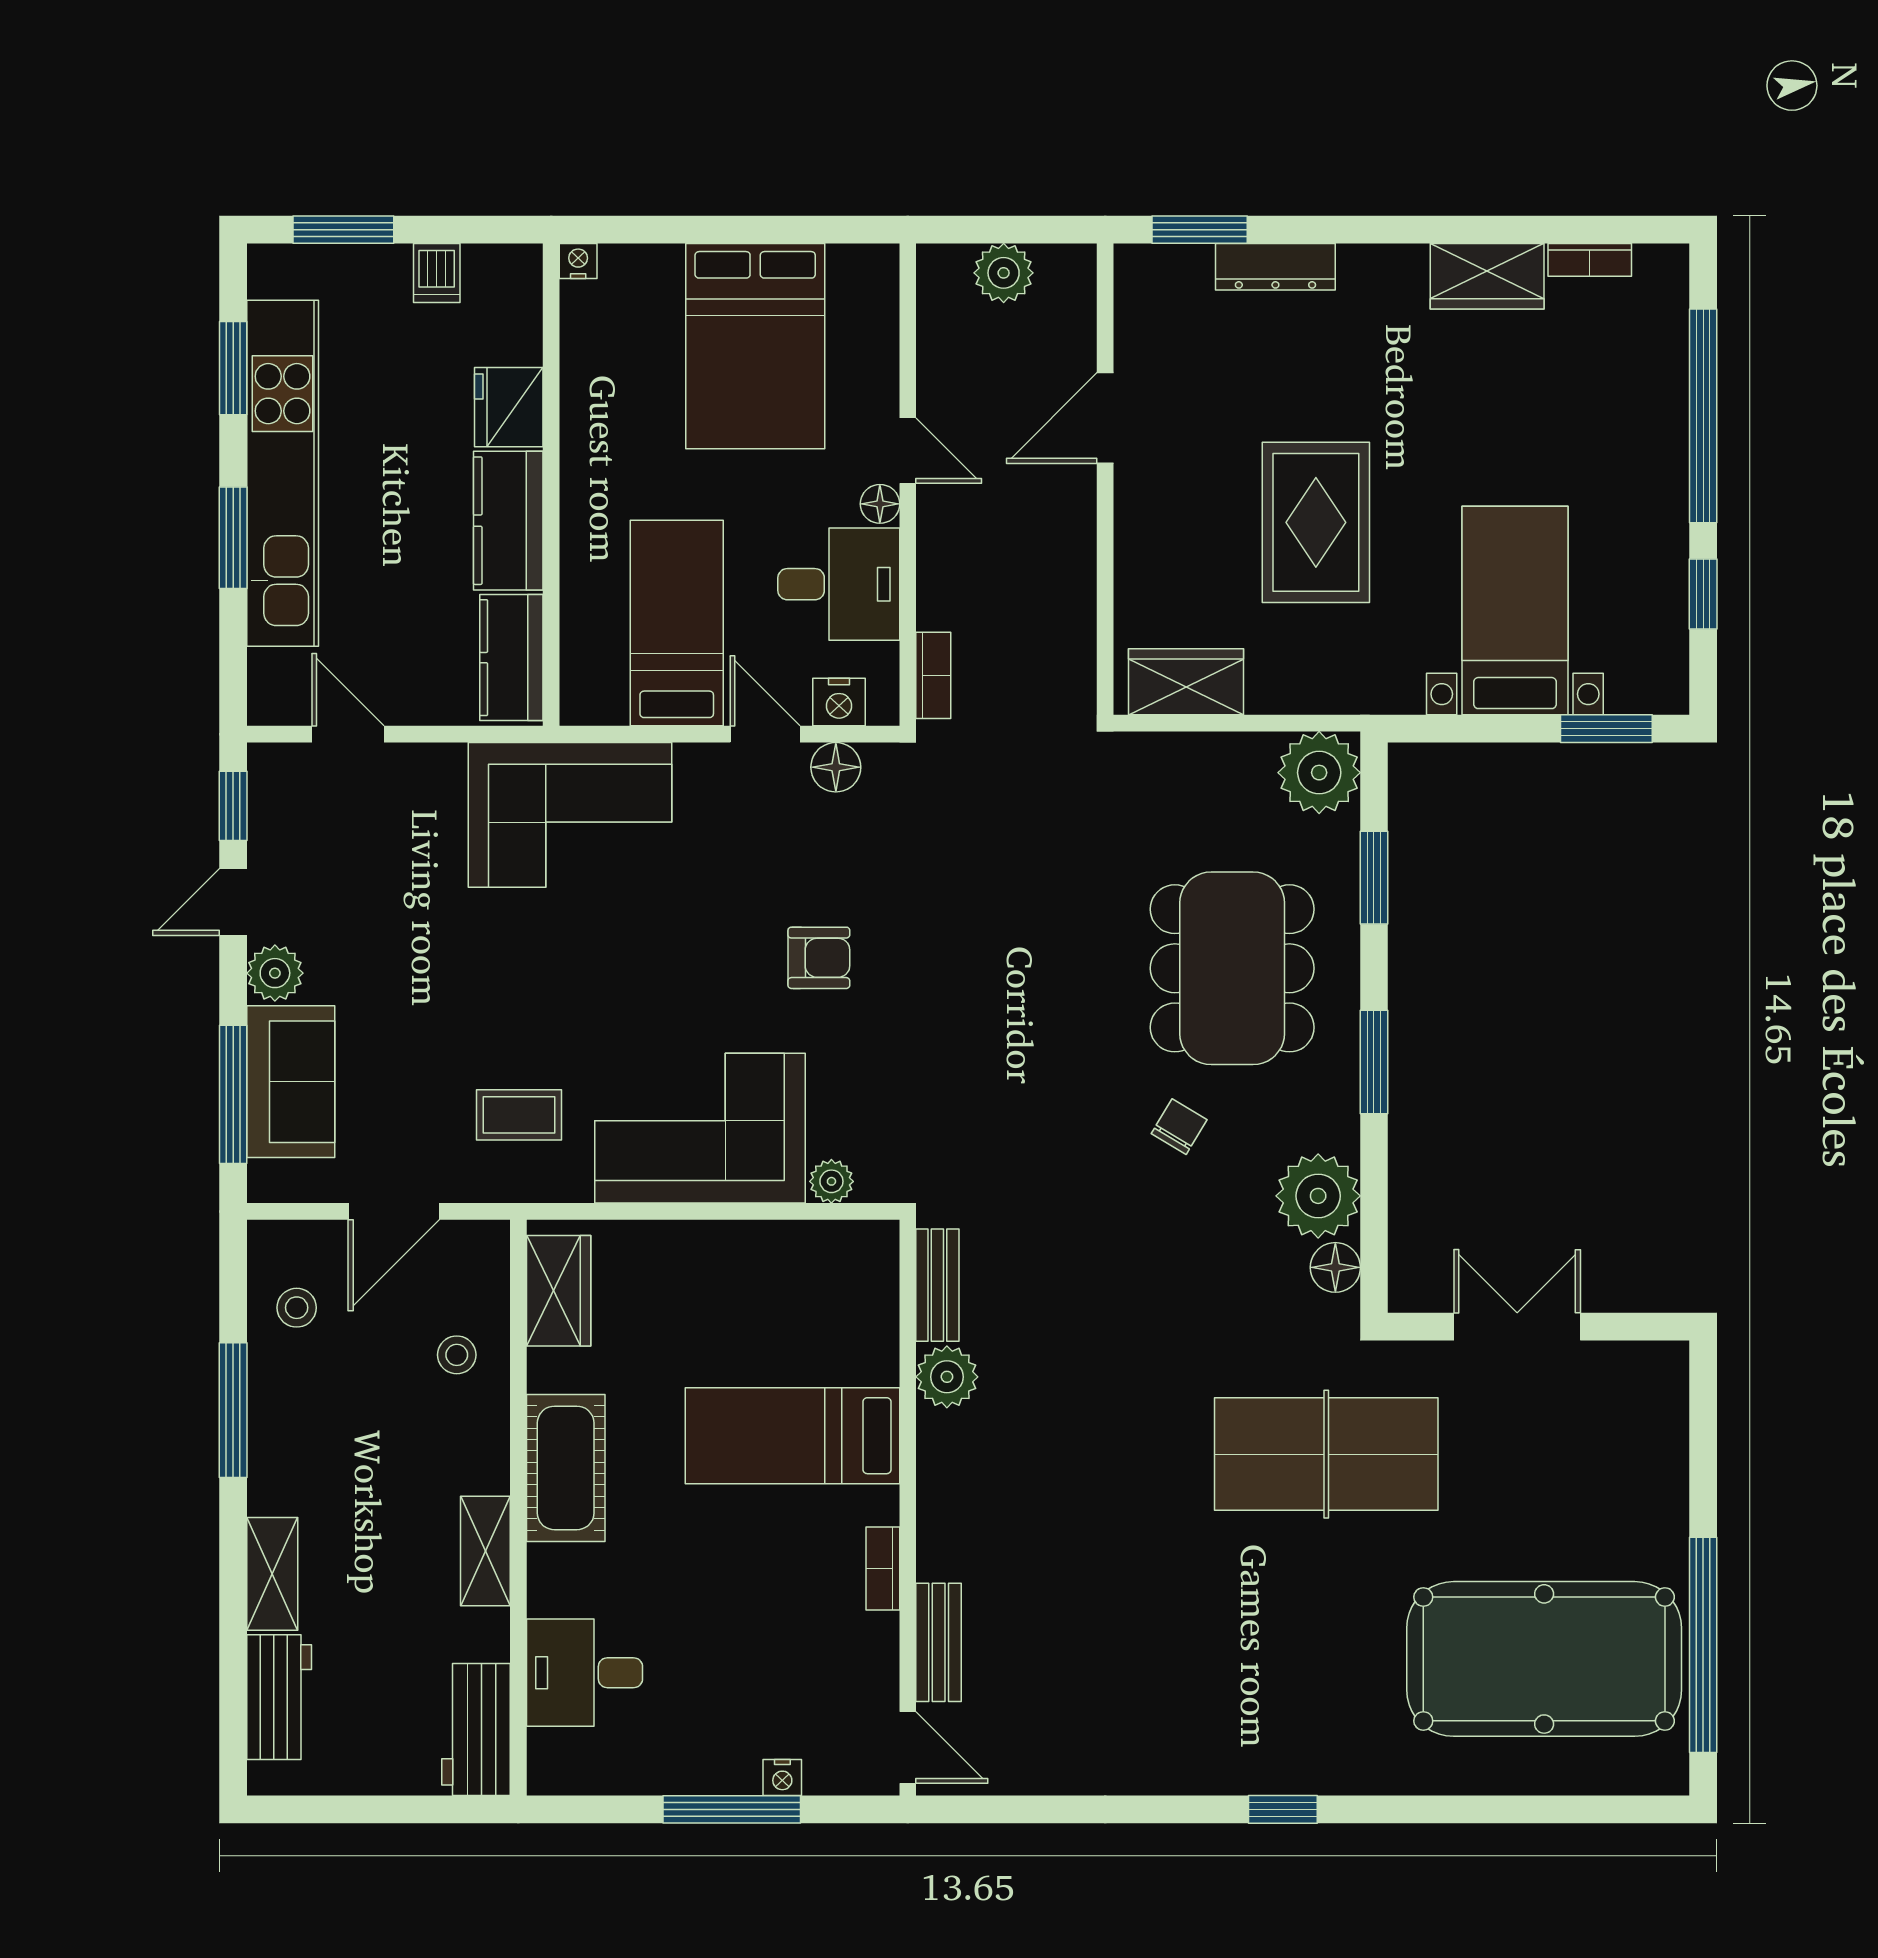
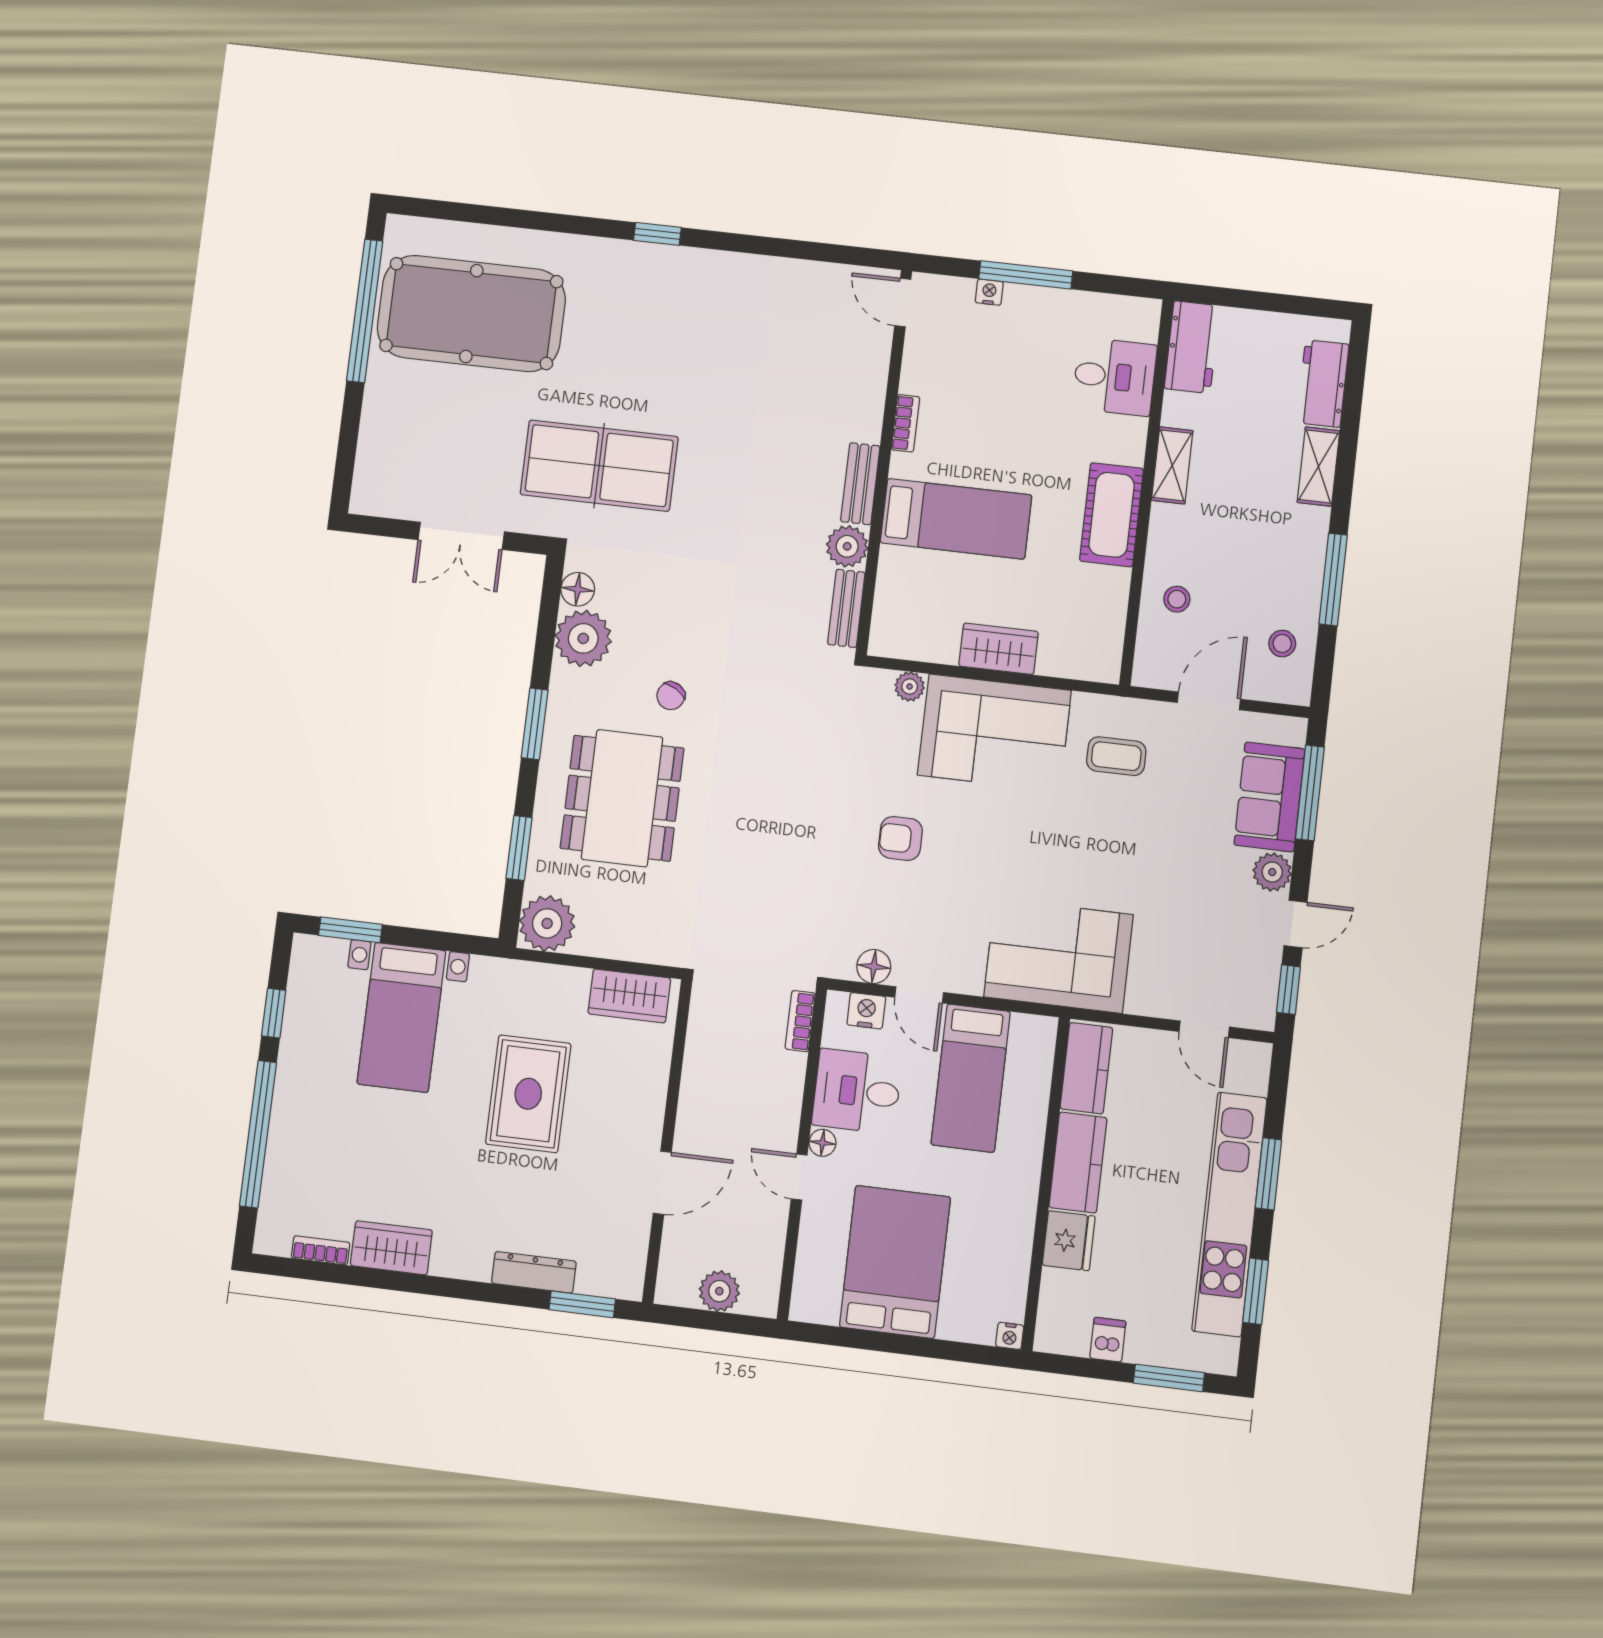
wardrobe: (559, 1291) -> (999, 649), moved, turned 90
bench: (939, 1642) -> (860, 484), moved

